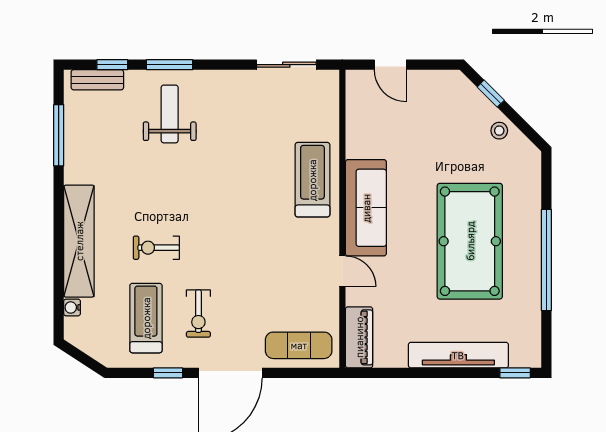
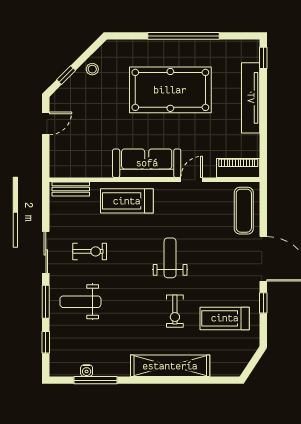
sliding door: (286, 65) -> (46, 252), moved
door: (390, 65) -> (46, 123), moved
bench: (97, 80) -> (71, 189), moved, turned 90
weight bench: (232, 241) -> (170, 258), added
water cooler: (72, 307) -> (87, 371), moved
exercise bike: (198, 314) -> (90, 251), moved

